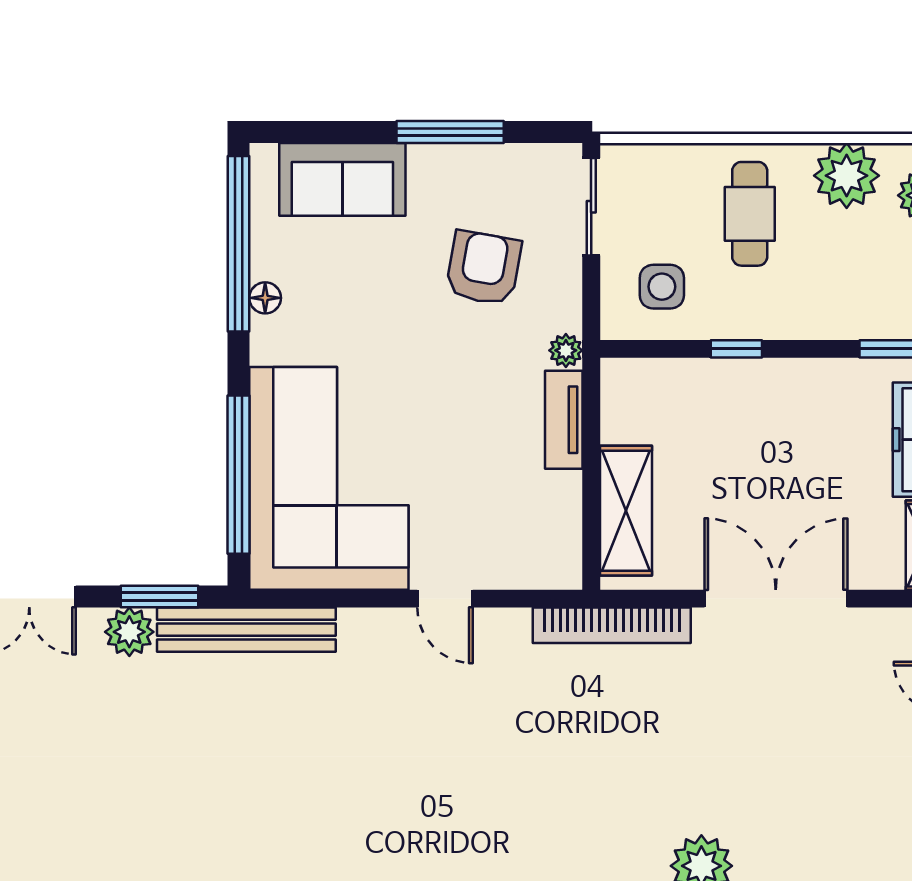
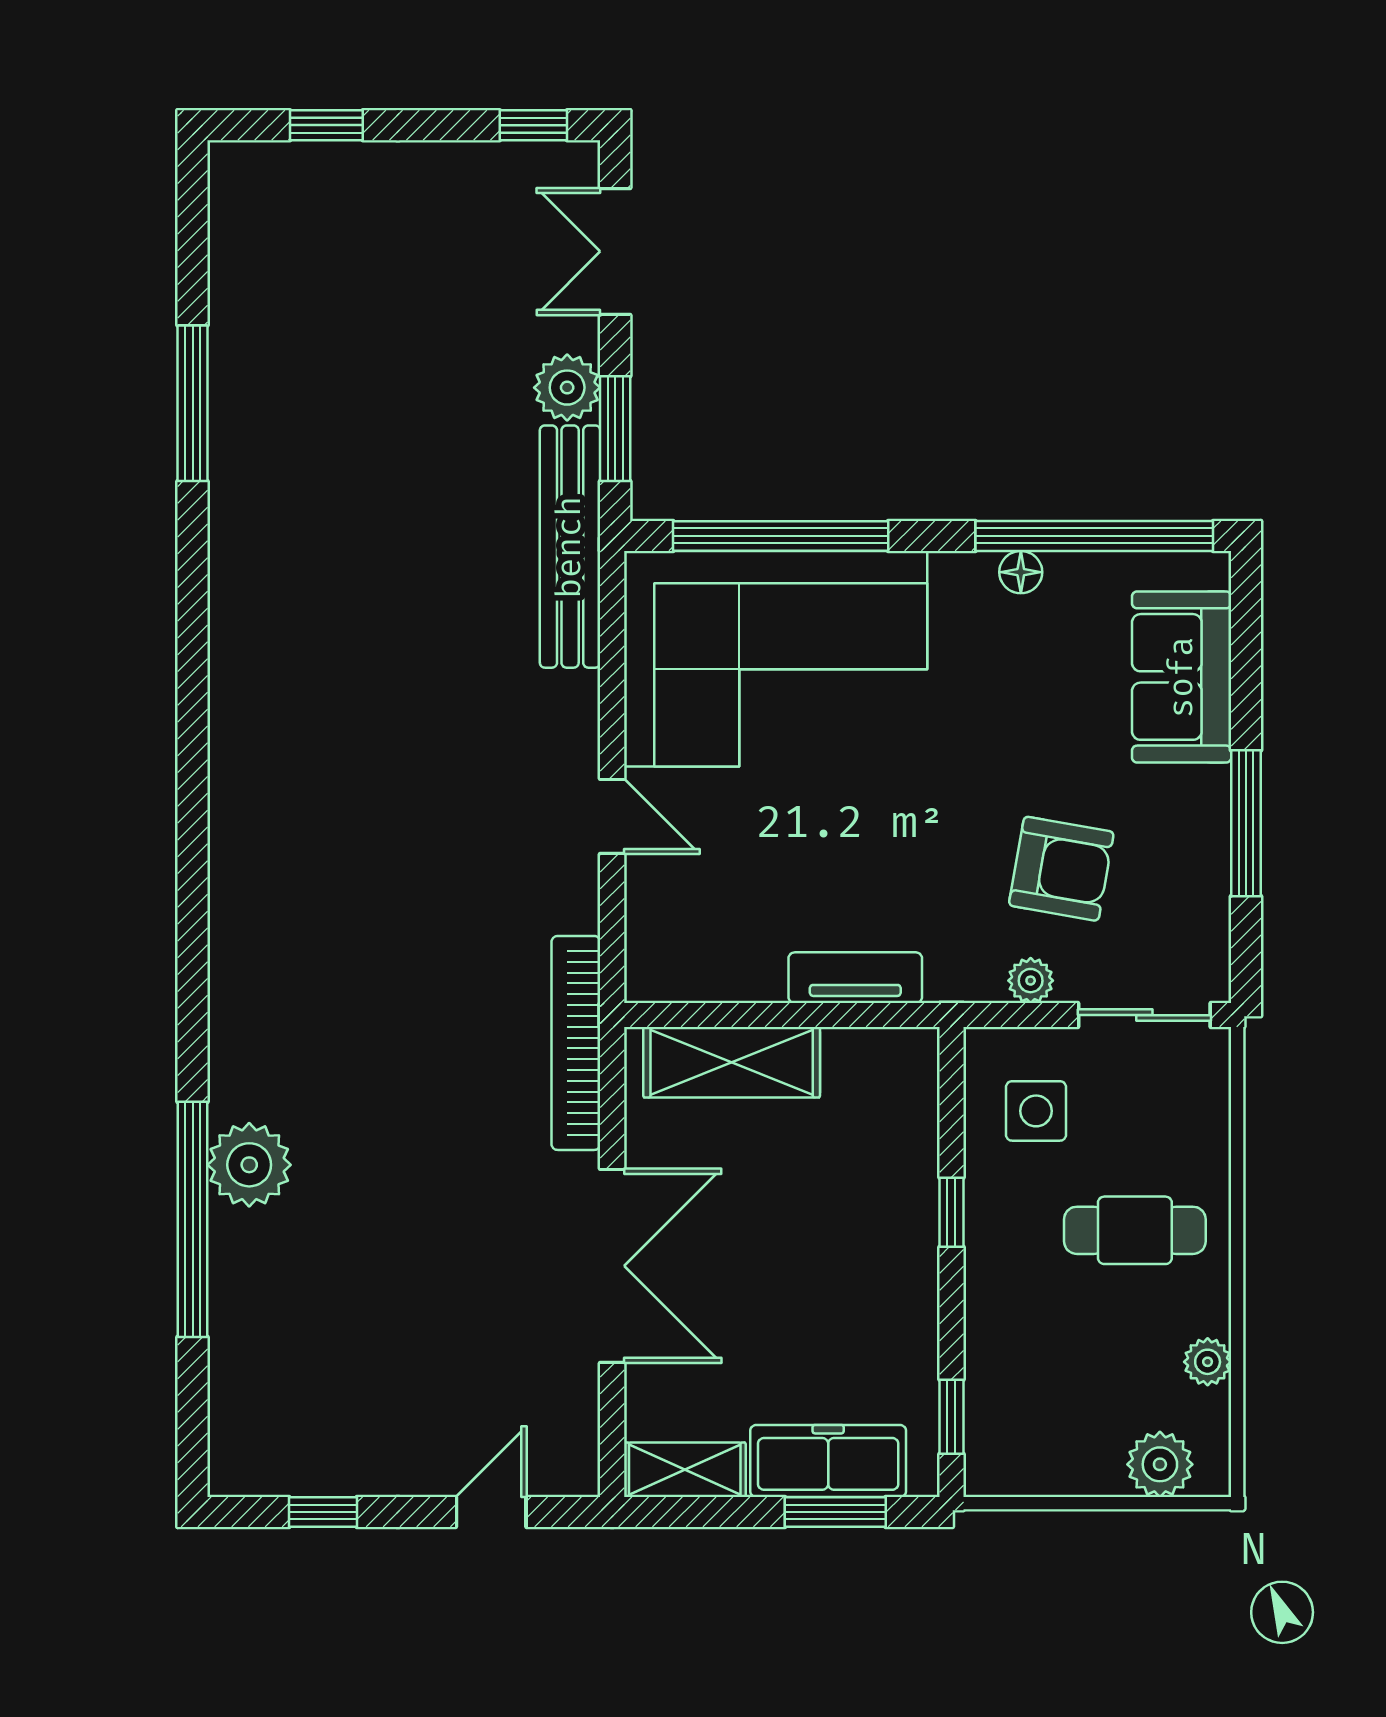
plant: (847, 176) -> (1208, 1362), width x0.53, depth x0.53
plant: (566, 350) -> (1031, 981), moved
door: (445, 599) -> (612, 816), swing flipped

